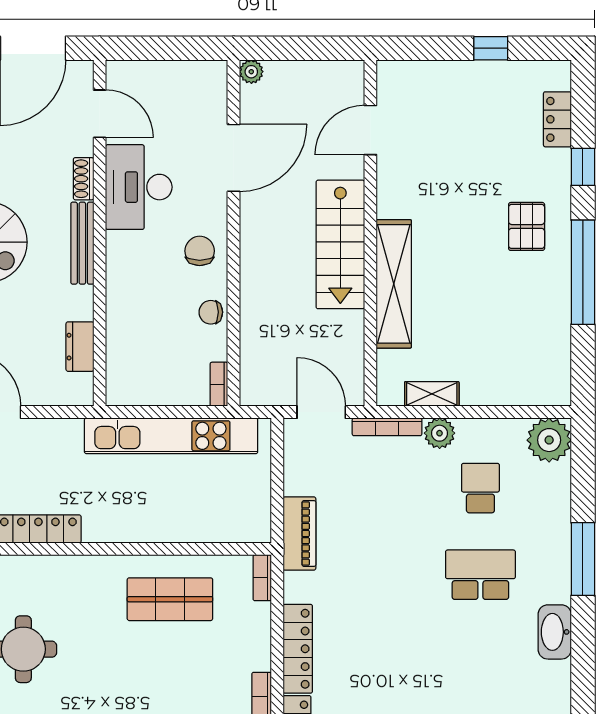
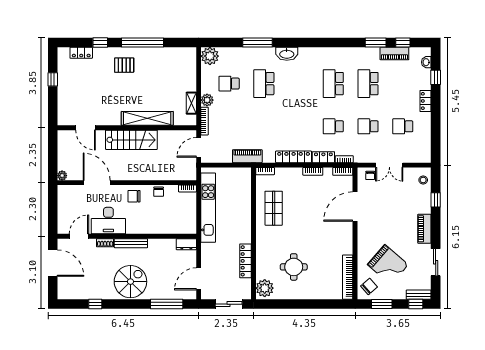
dresser: (80, 347) -> (186, 244), moved

